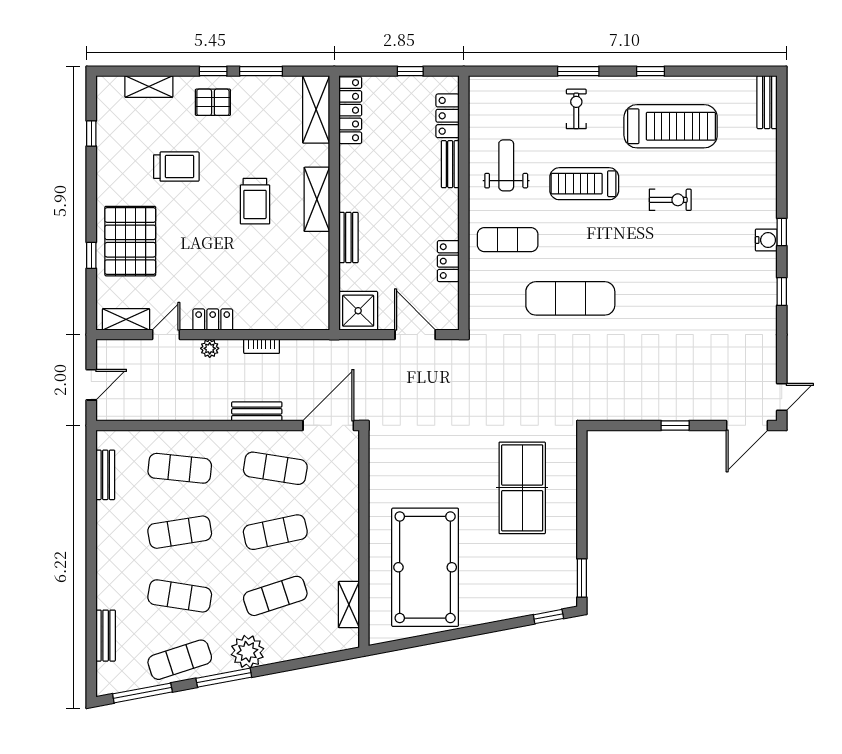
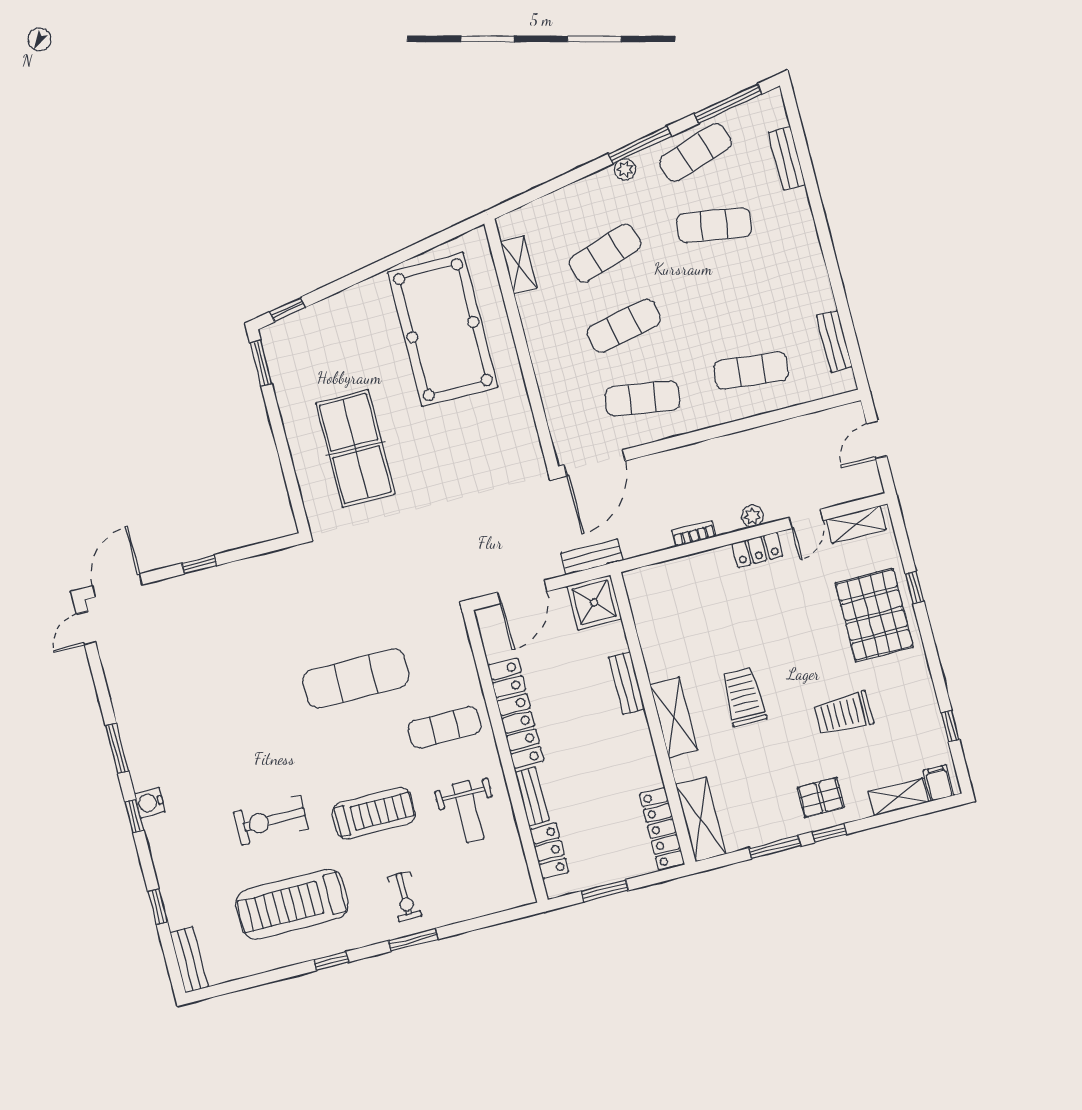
window: (410, 71) -> (605, 891), width x1.50
filing cabinet: (113, 89) -> (939, 783), added
window: (782, 153) -> (158, 907), added
exercise bike: (670, 200) -> (271, 820), width x1.38, depth x1.39
locker: (448, 261) -> (516, 713), width x2.16, depth x1.21
window: (782, 291) -> (117, 748), width x1.50
door: (415, 335) -> (522, 592), hinge flipped
bench: (257, 411) -> (592, 557), moved
exercise mat: (180, 532) -> (733, 298), removed
plant: (247, 652) -> (625, 169), width x0.53, depth x0.53

